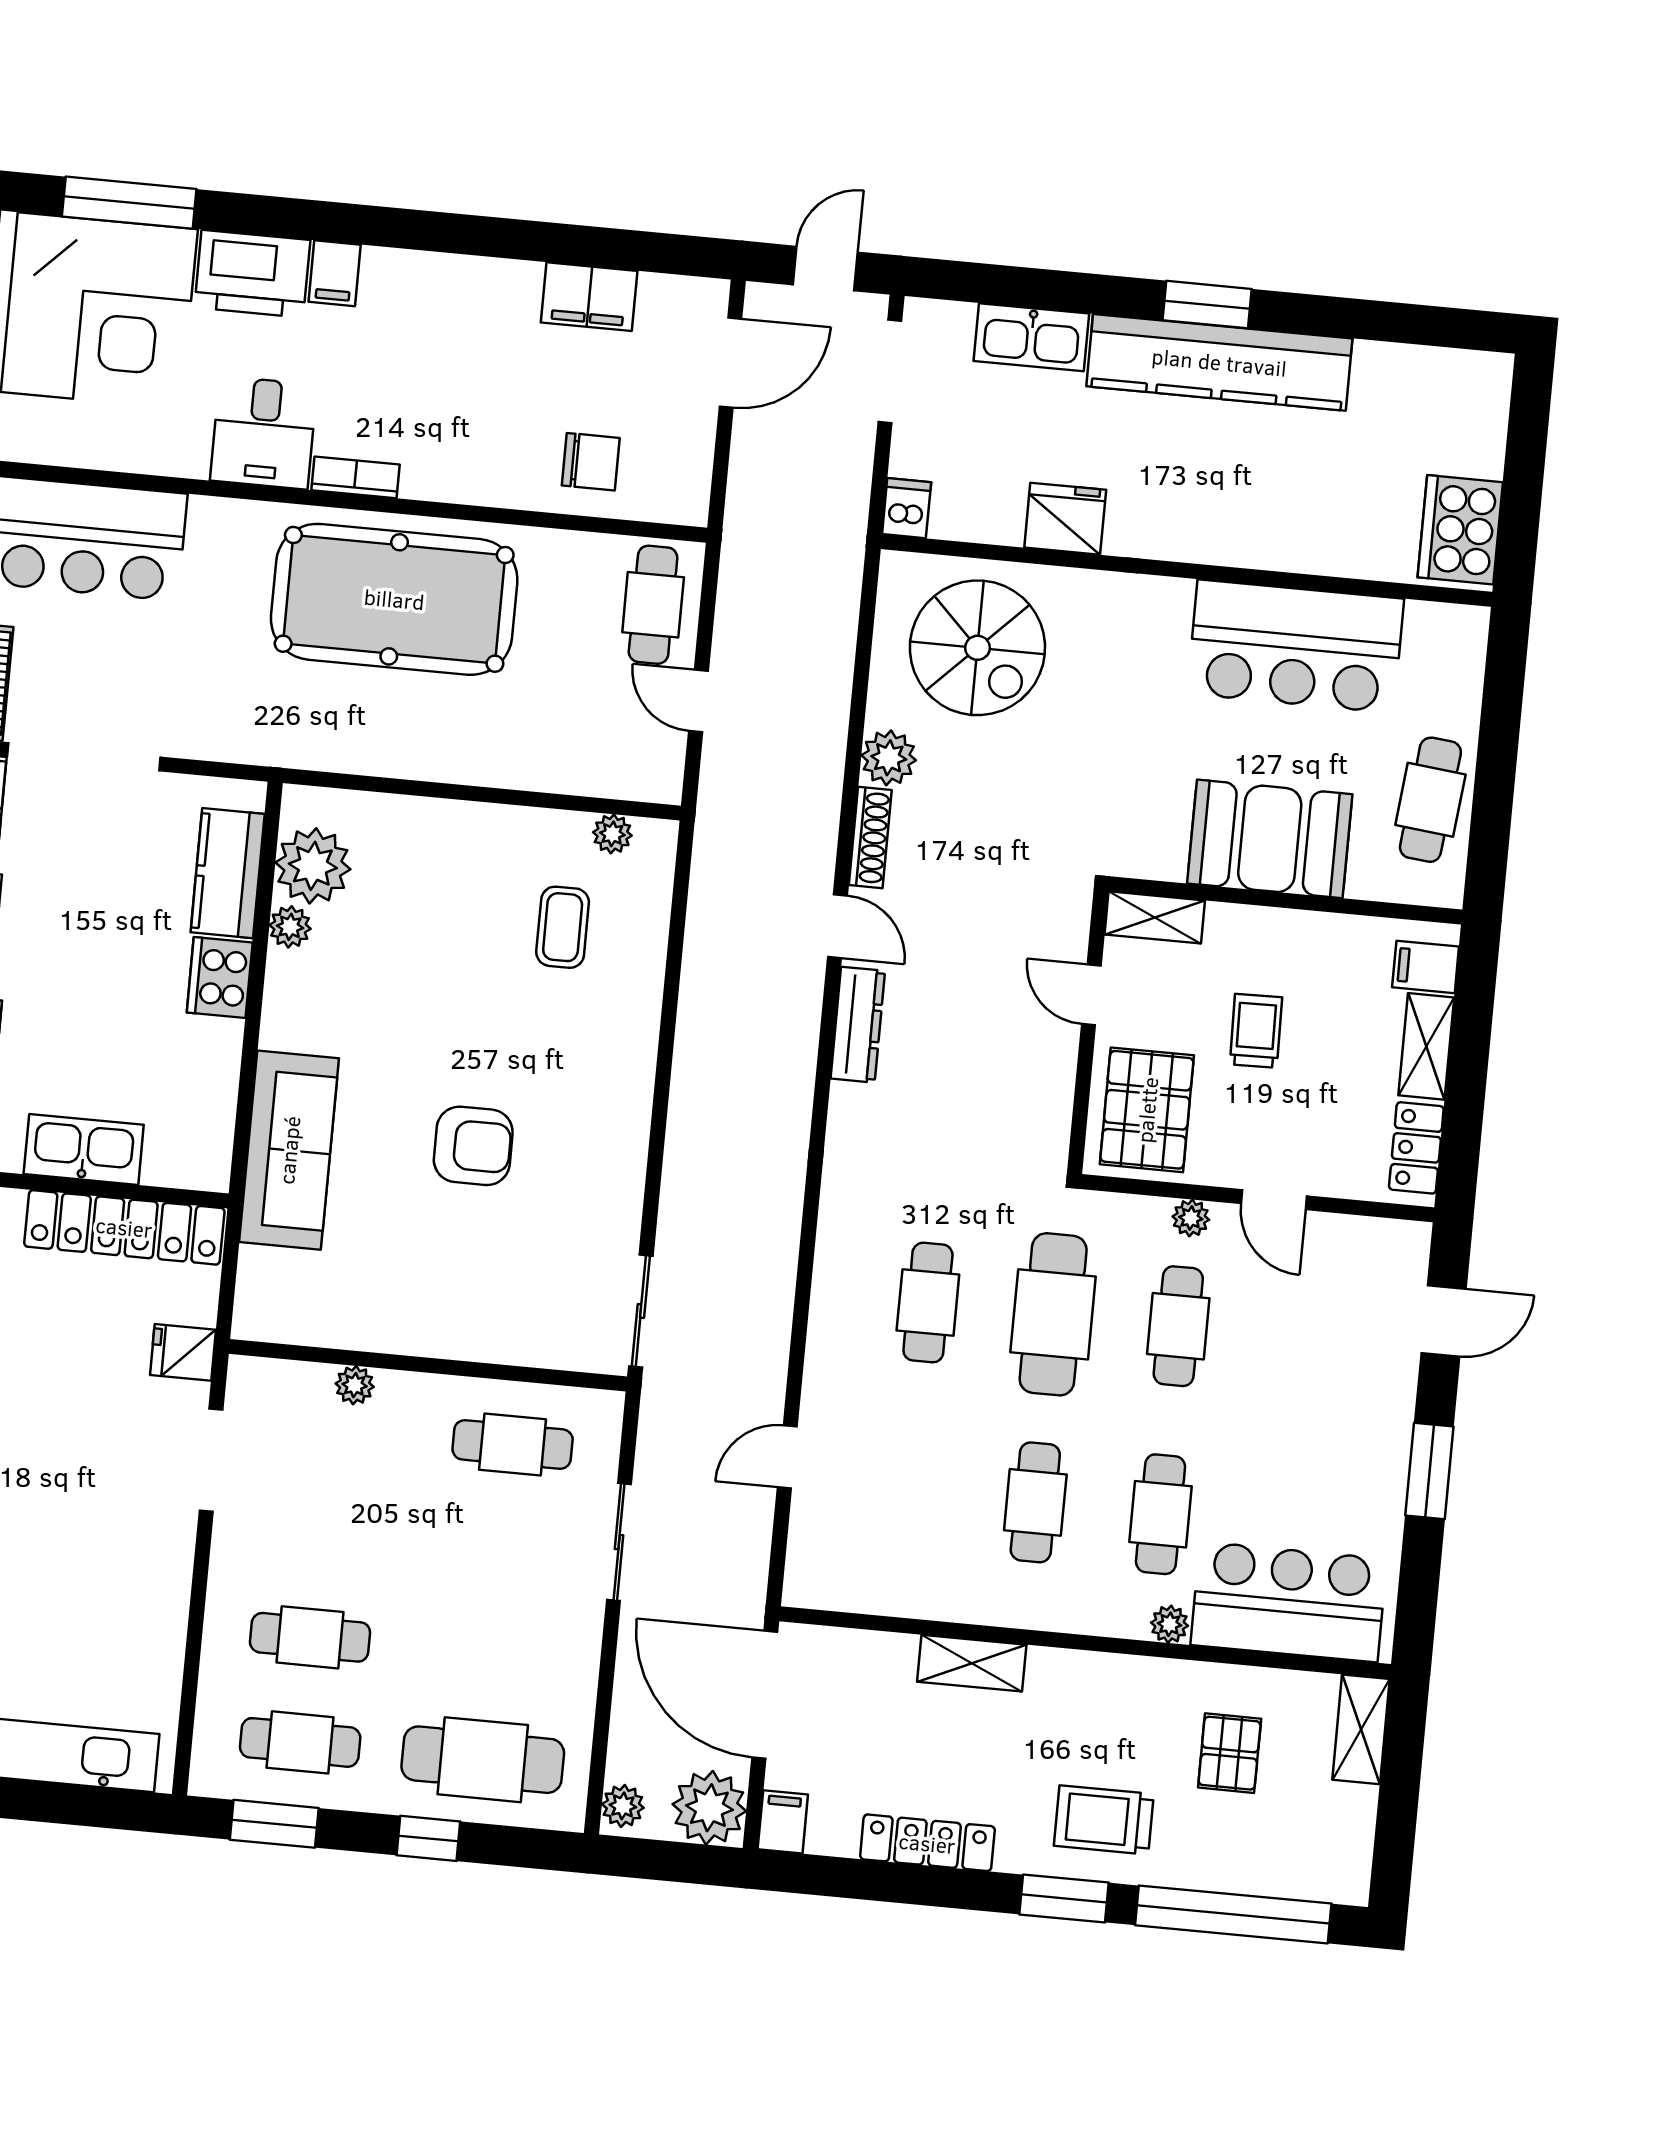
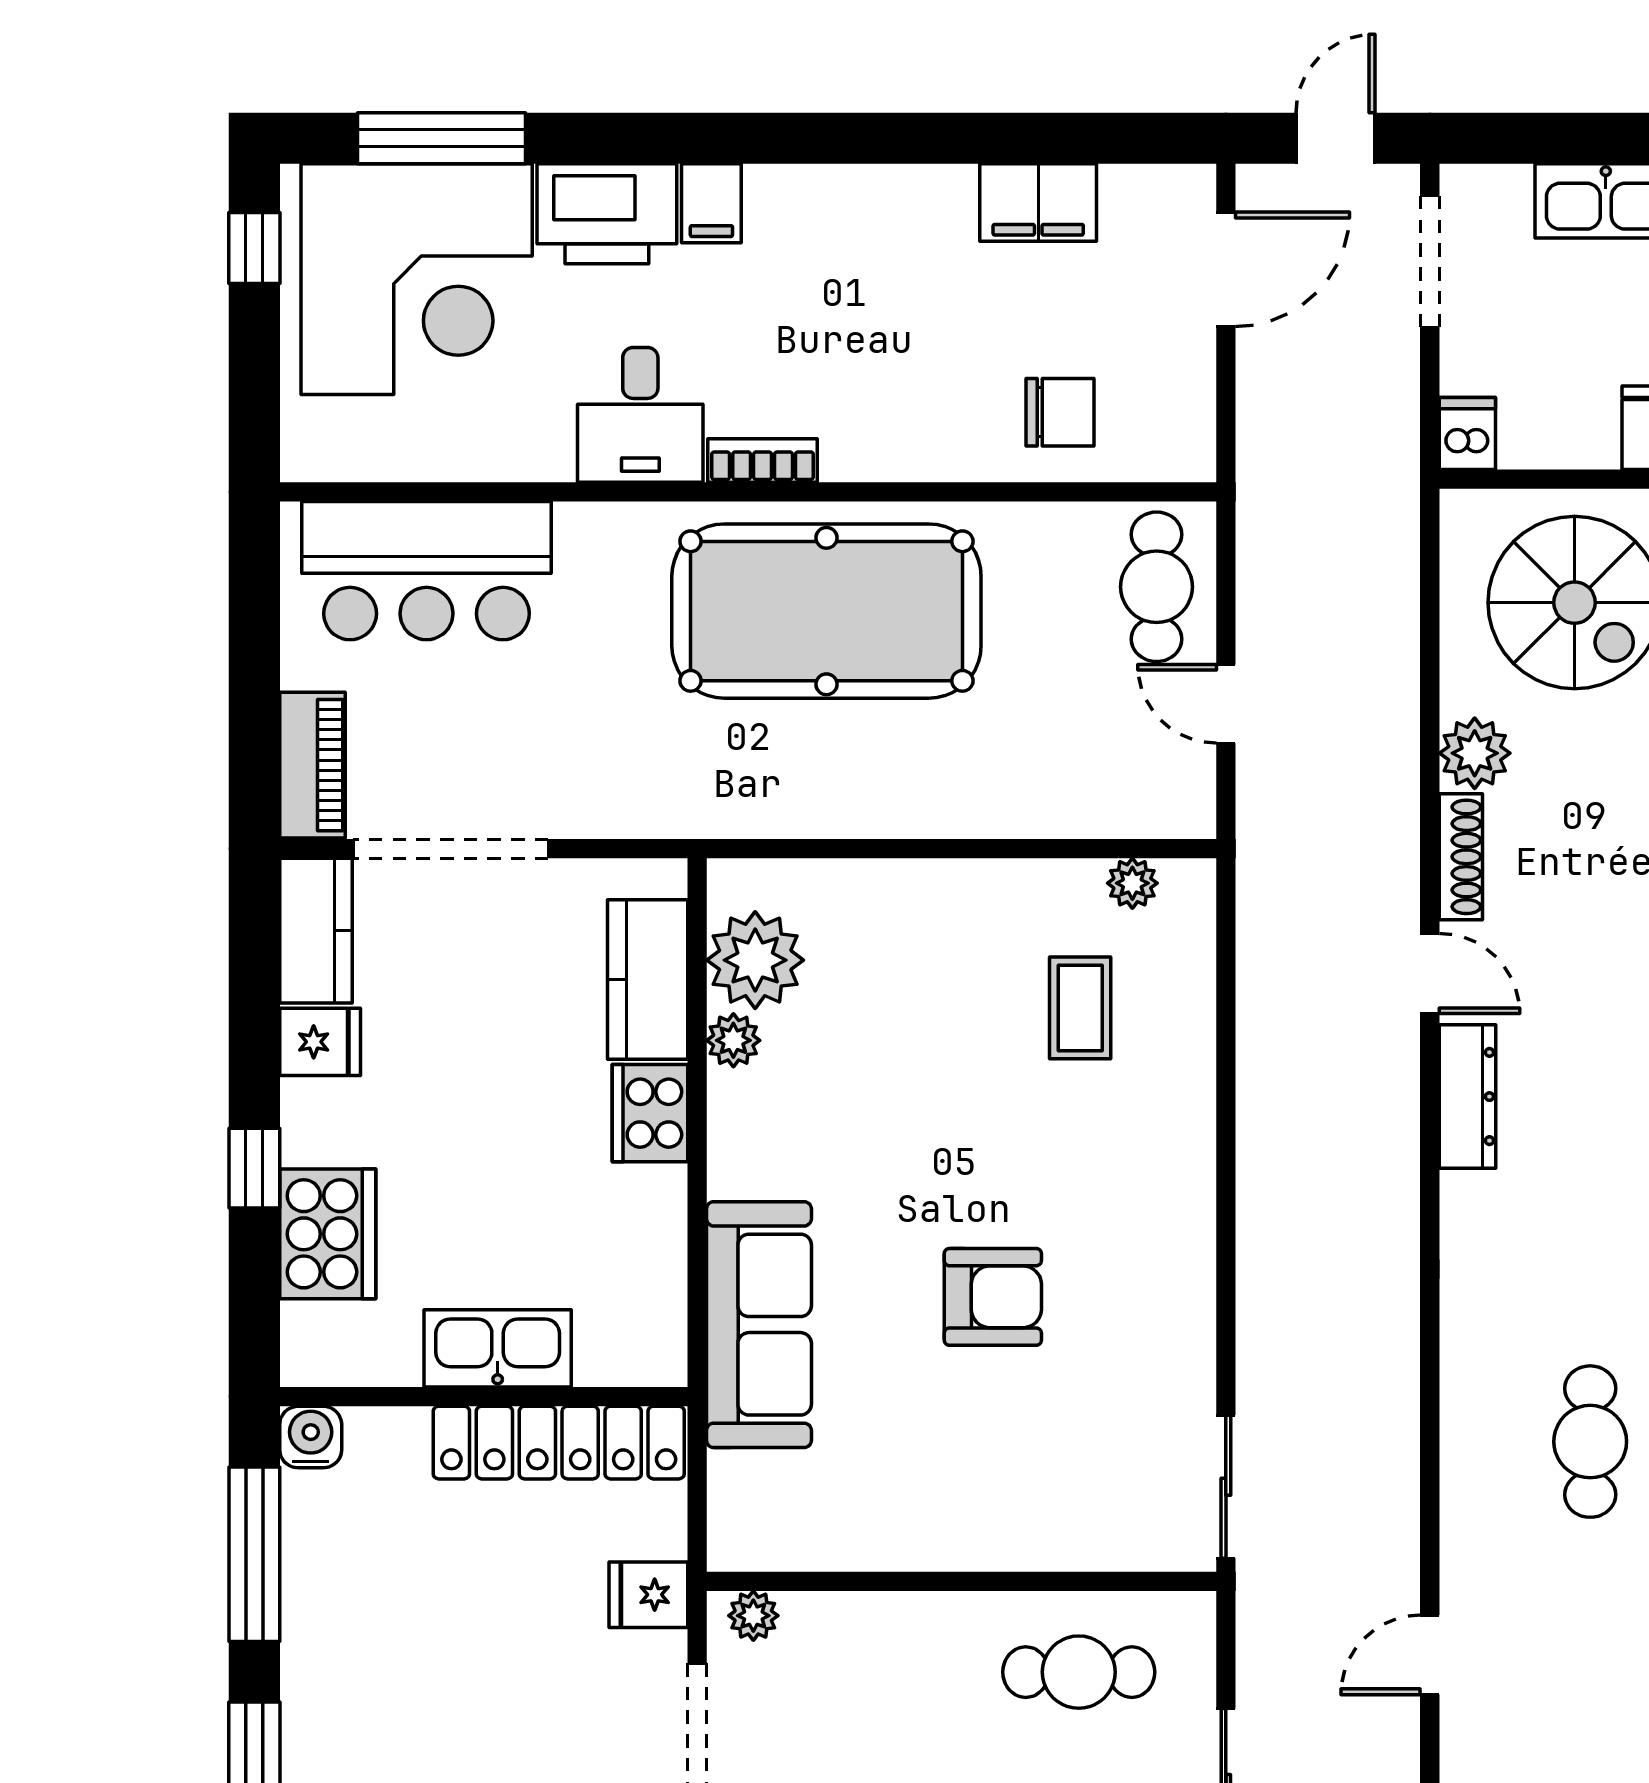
plant: (355, 1385) -> (753, 1616), moved

